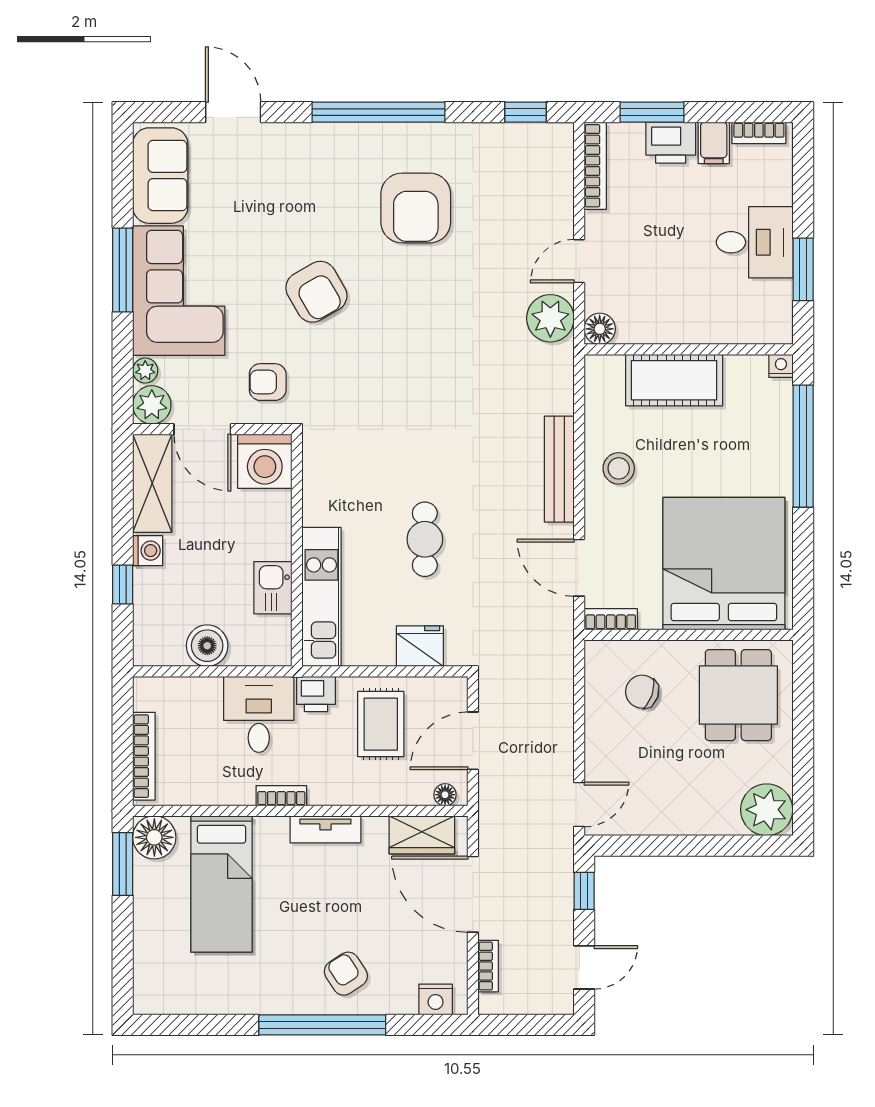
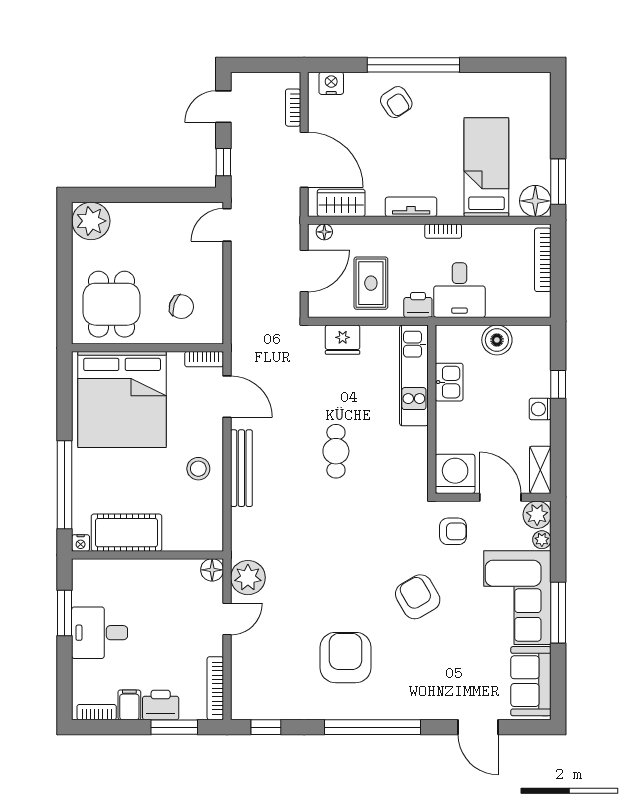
cot: (674, 380) -> (127, 533), moved
shelving: (152, 483) -> (540, 470), width x0.67, depth x0.75
cafe table: (425, 539) -> (336, 451), moved

